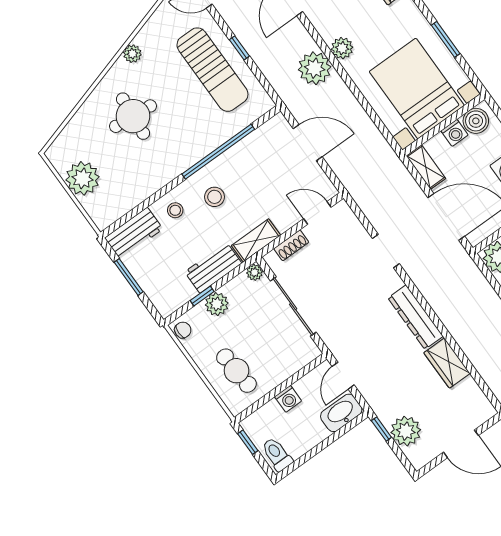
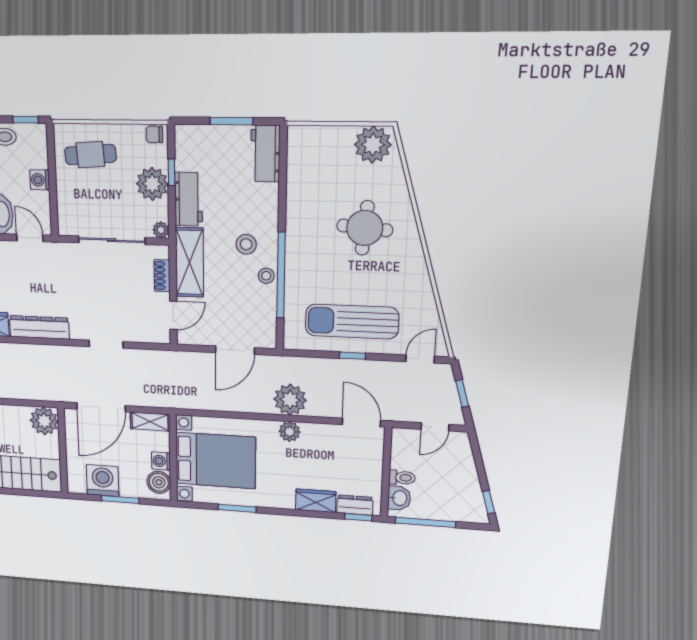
plant: (132, 54) -> (418, 267), removed
plant: (83, 178) -> (373, 145), moved
stool: (175, 210) -> (266, 276), moved
shelving: (256, 240) -> (190, 262), width x1.50, depth x1.33
plant: (217, 304) -> (152, 184), width x1.36, depth x1.36
chair: (183, 330) -> (154, 134), turned 90

